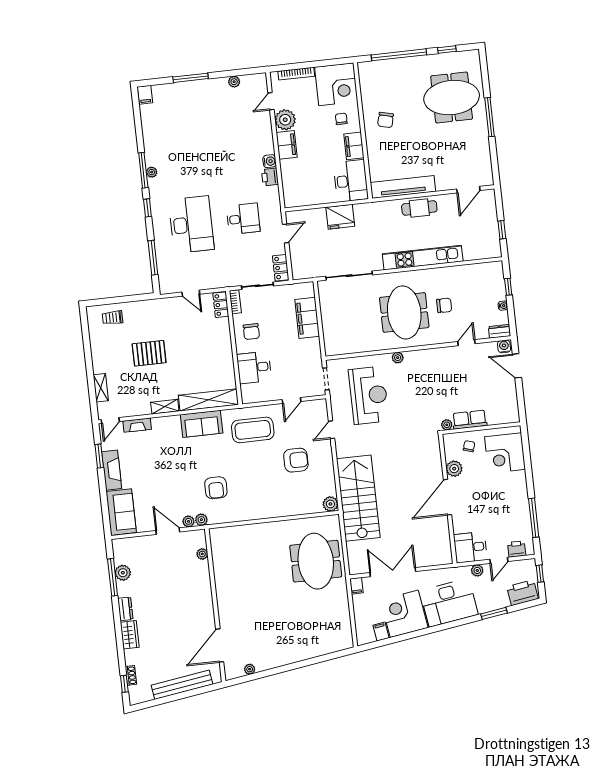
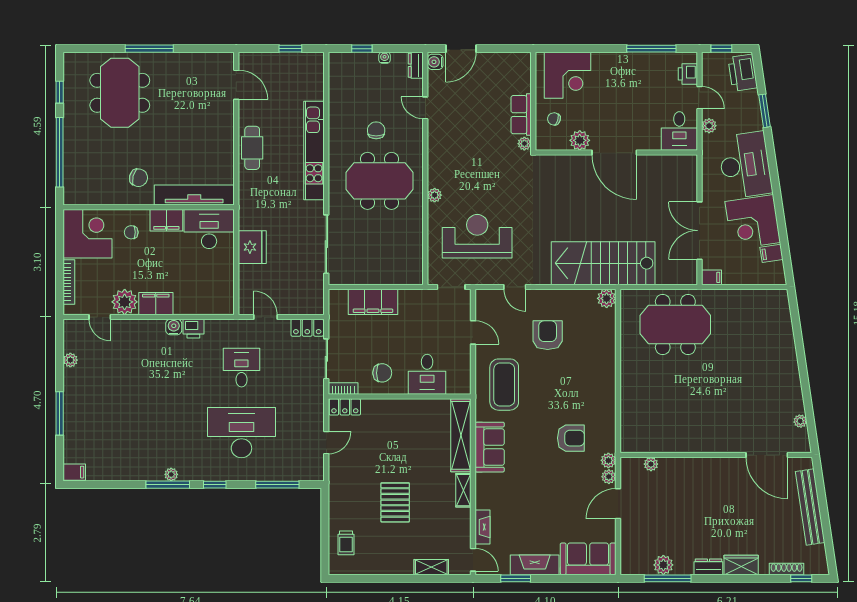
tv unit: (403, 187) -> (194, 195), moved, turned 90
shoe rack: (131, 675) -> (787, 569), width x1.43

